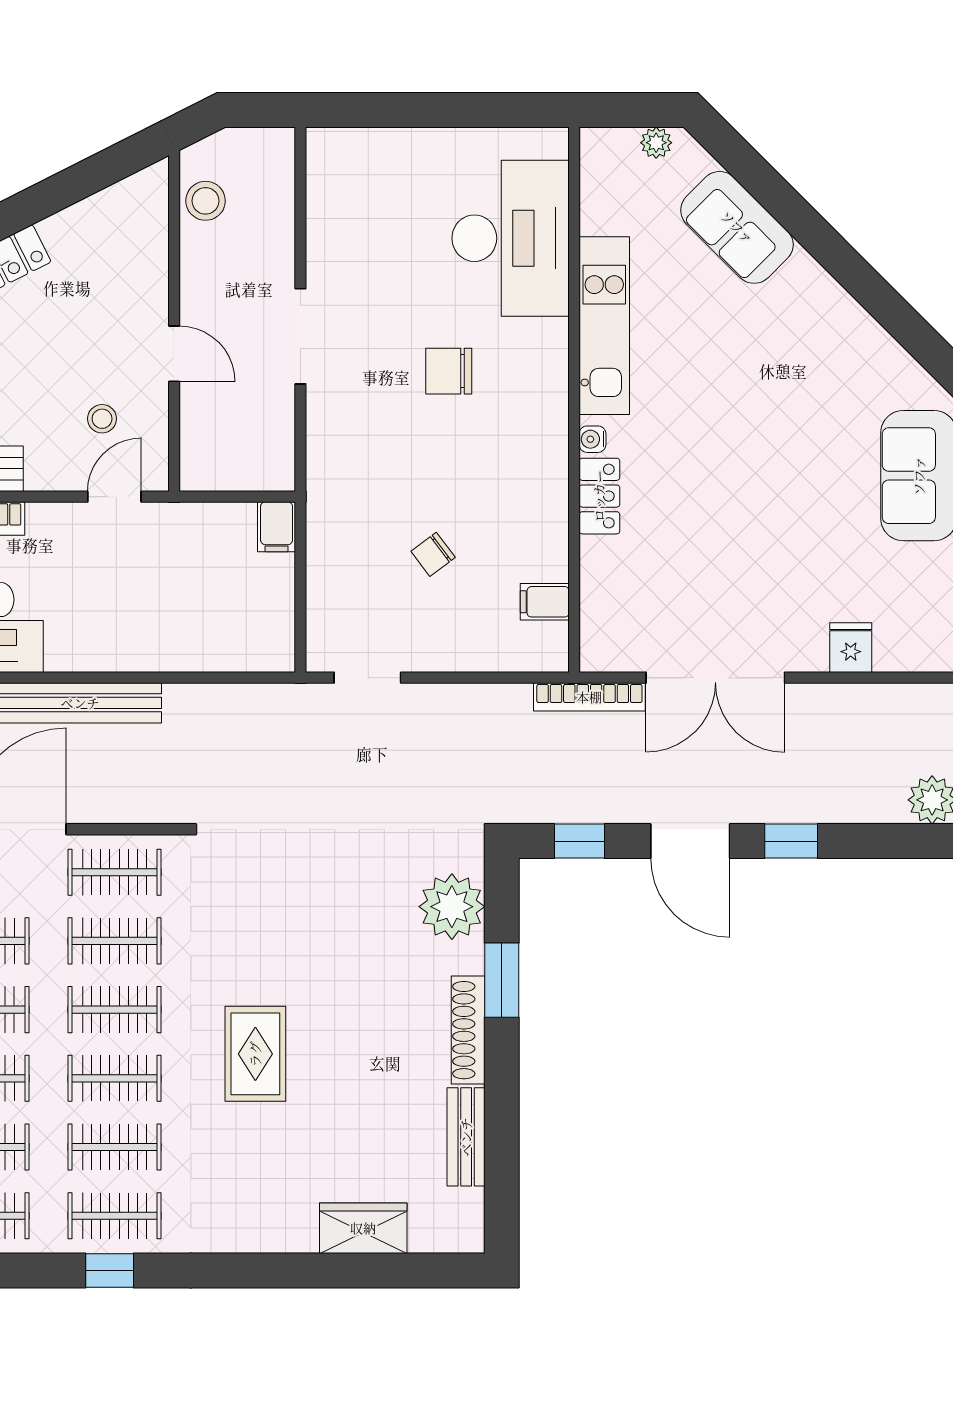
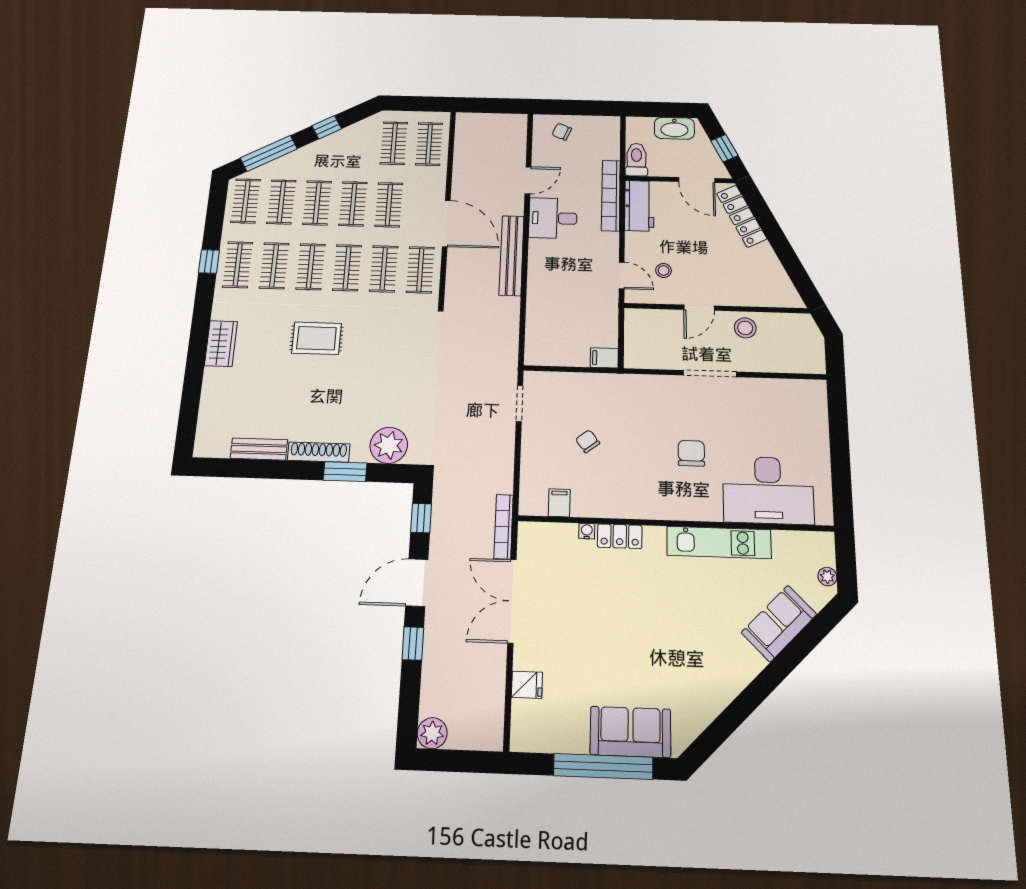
stool: (206, 201) -> (745, 328), moved
water cooler: (593, 439) -> (587, 531), moved
wardrobe: (363, 1228) -> (221, 344), moved

